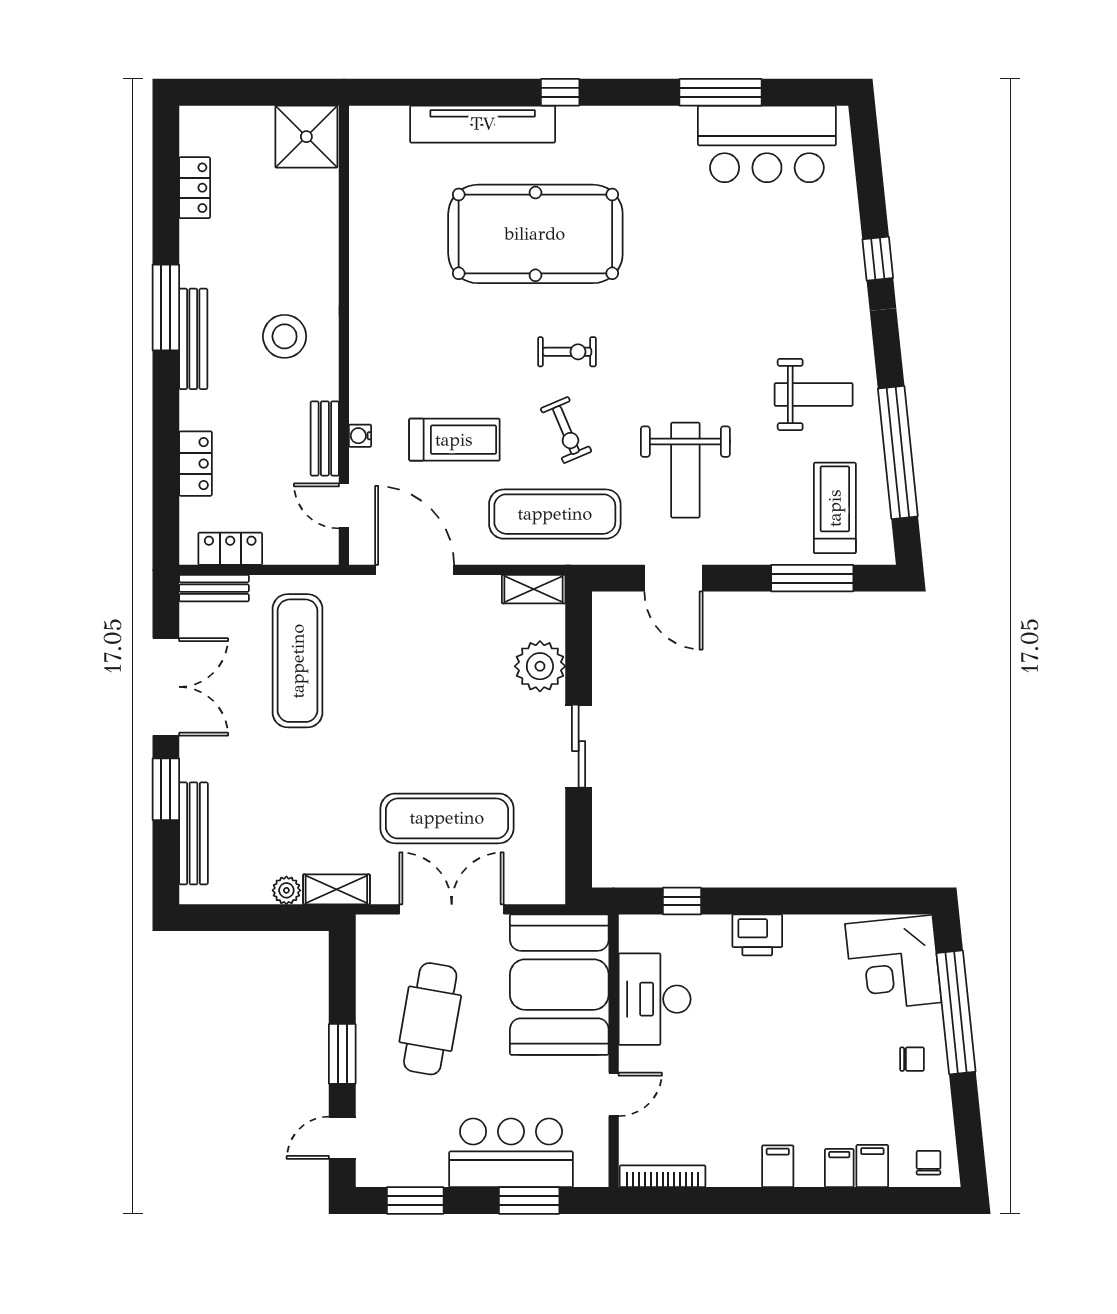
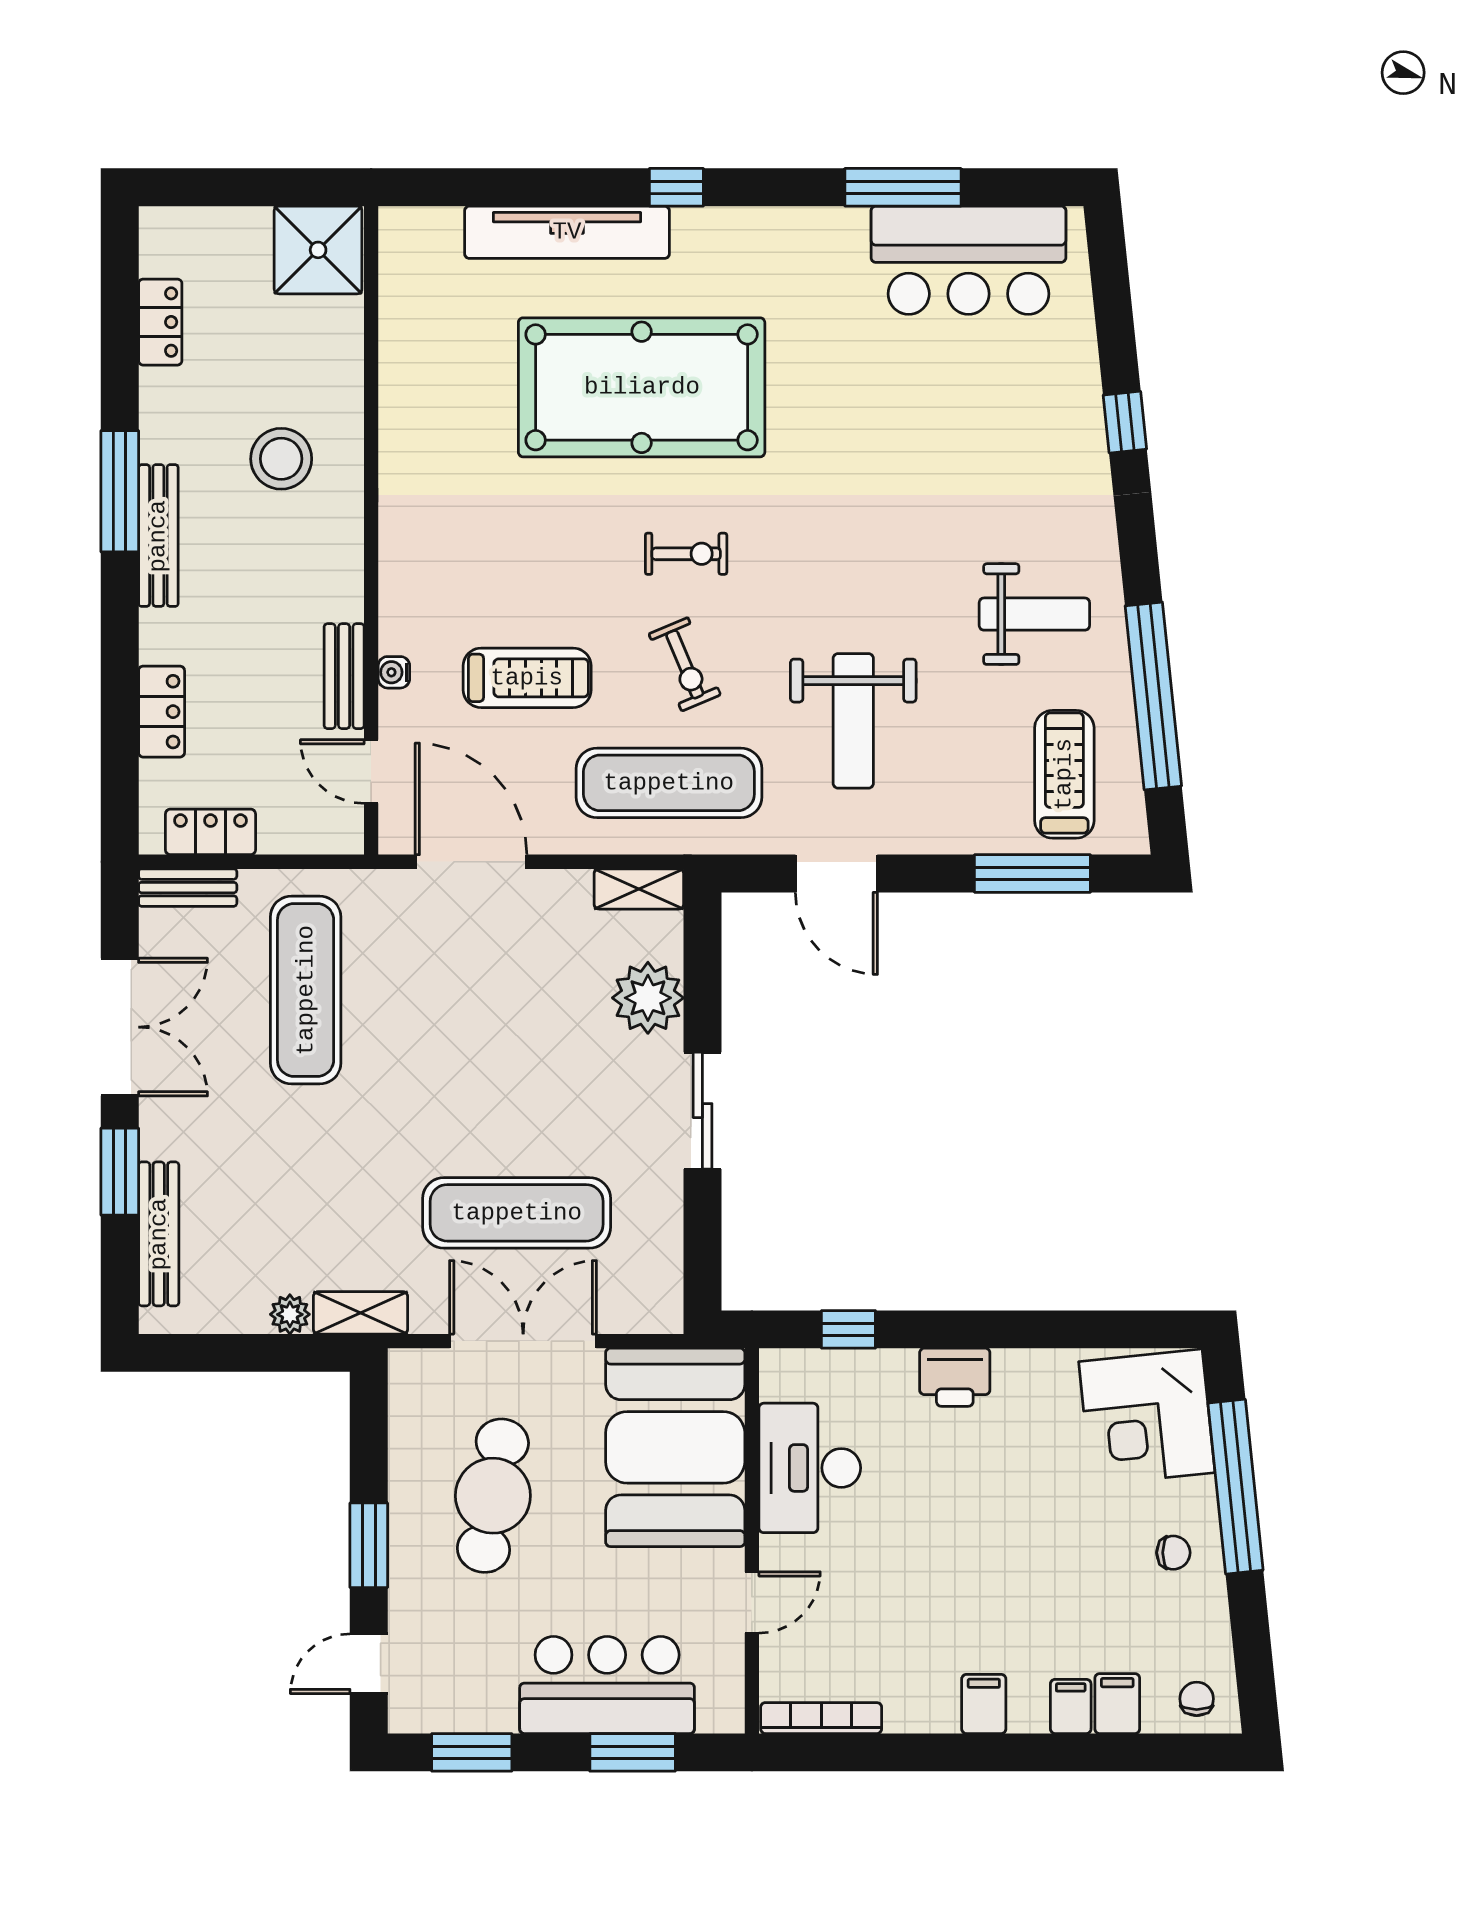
stool: (285, 336) -> (281, 459), moved

